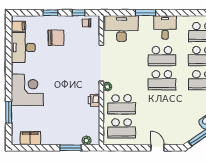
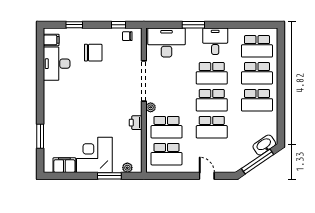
window: (50, 13) -> (74, 25), moved
corner desk: (27, 90) -> (94, 155), moved, turned -90
school desk: (162, 104) -> (212, 127), added

